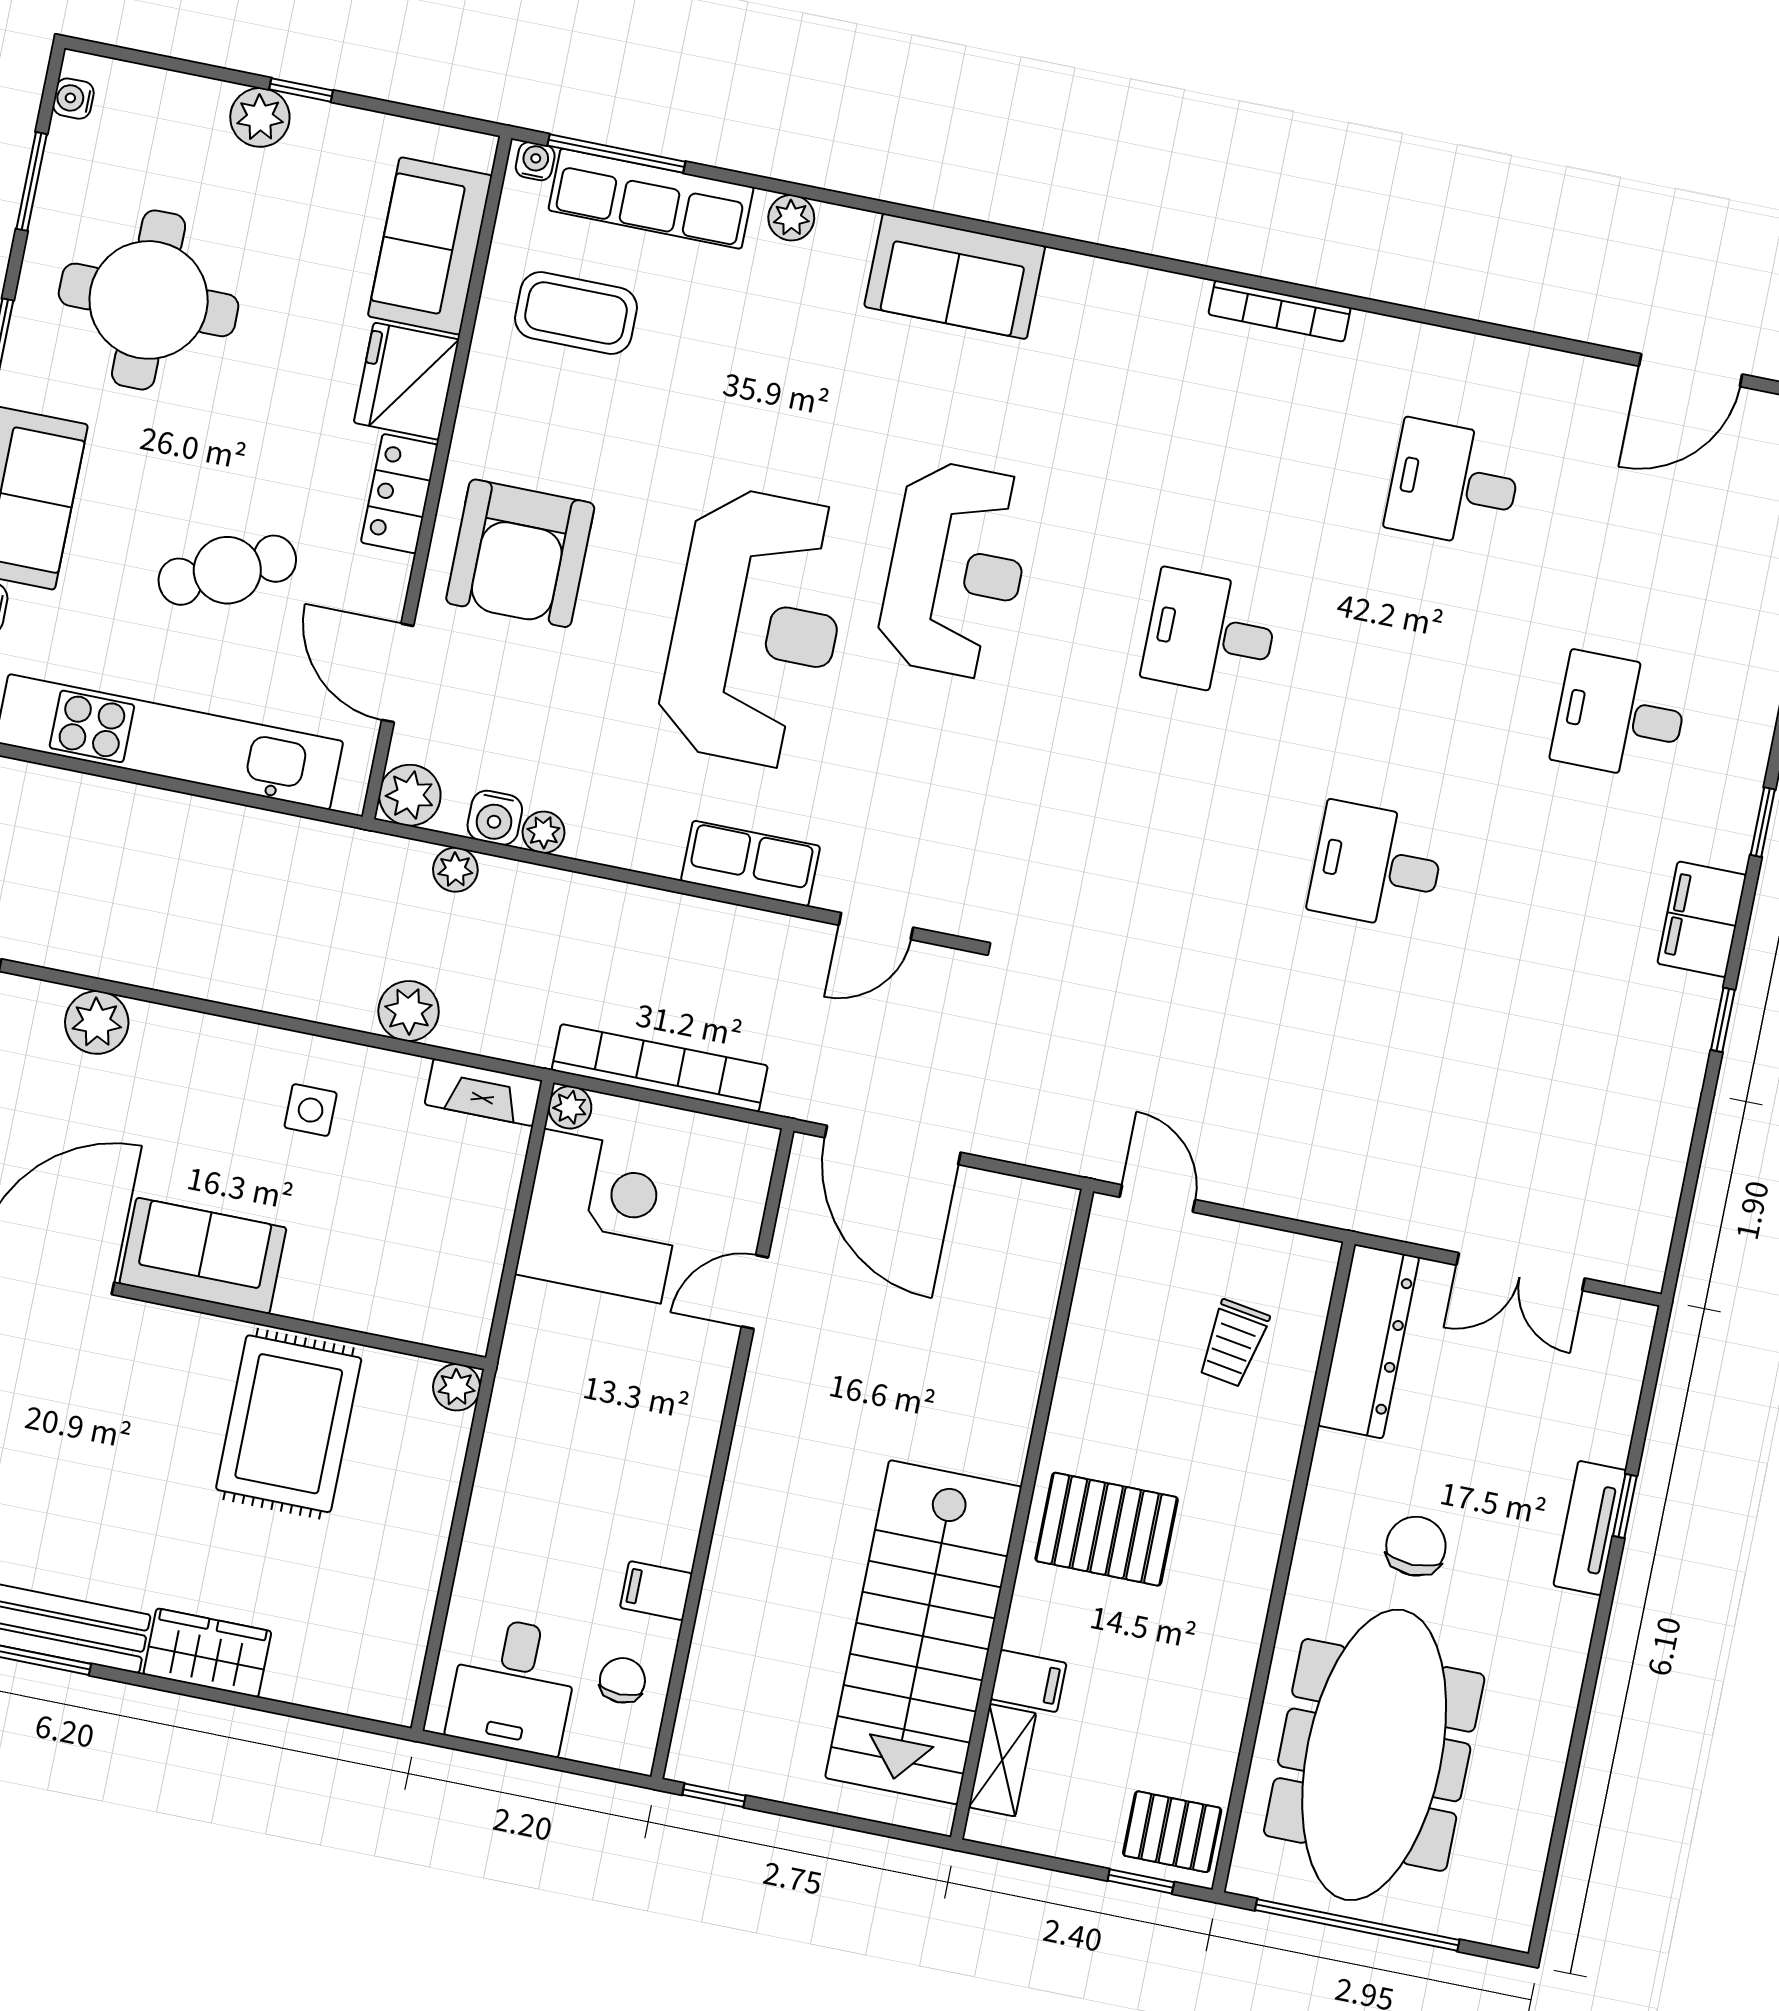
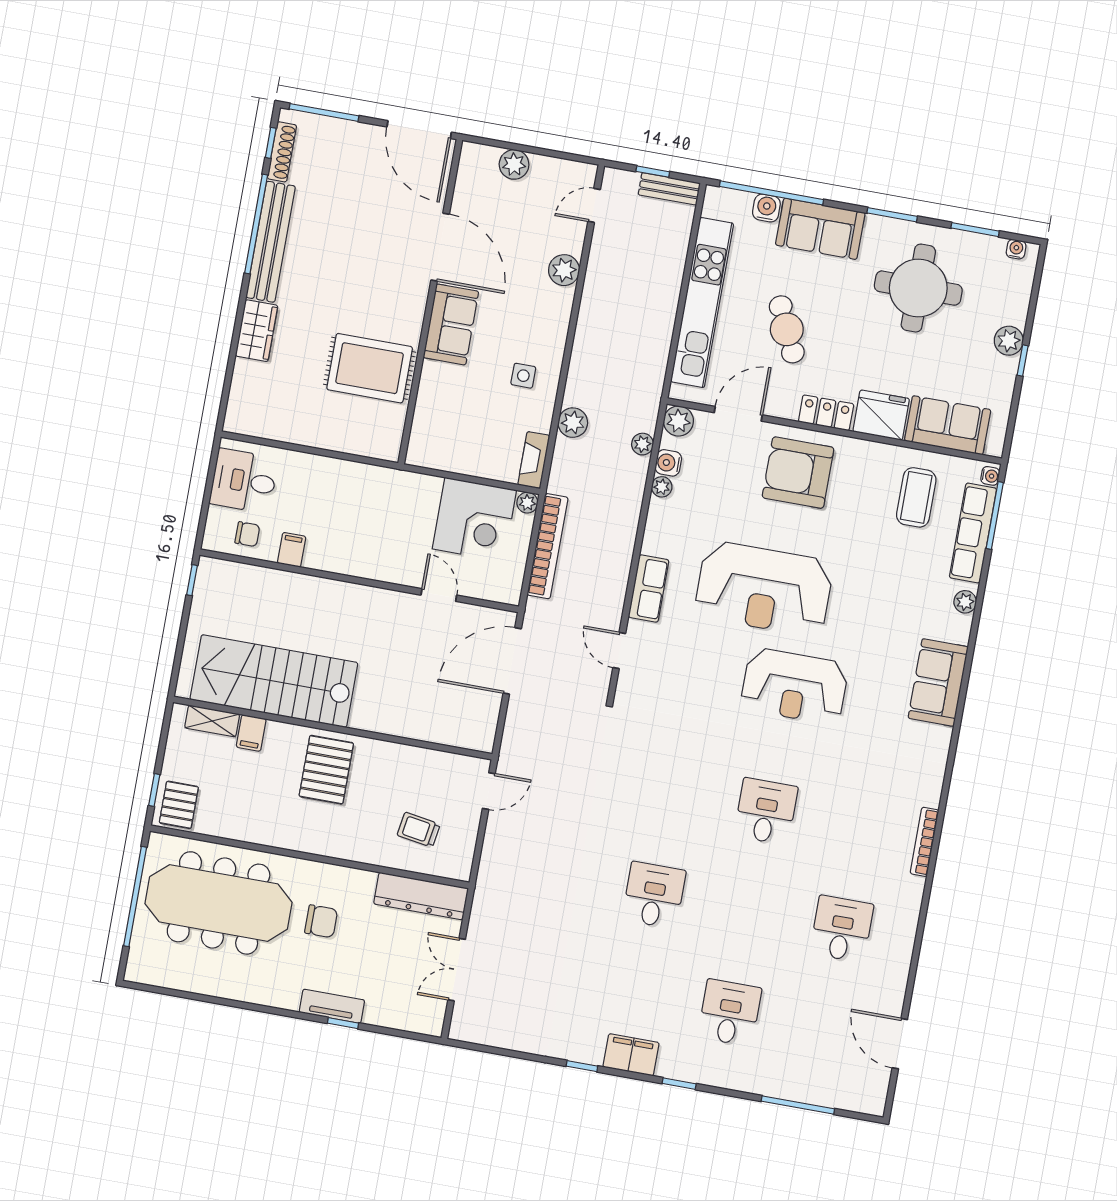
plant: (457, 1387) -> (389, 450), removed

